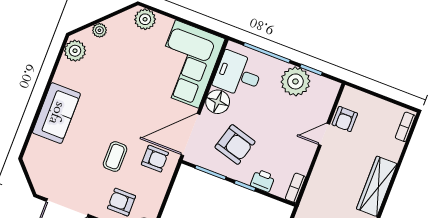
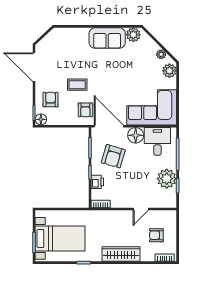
plant: (99, 30) -> (161, 54), moved
sofa: (56, 113) -> (107, 38), moved
armchair: (345, 119) -> (156, 235), moved
door: (324, 134) -> (141, 209), swing flipped

